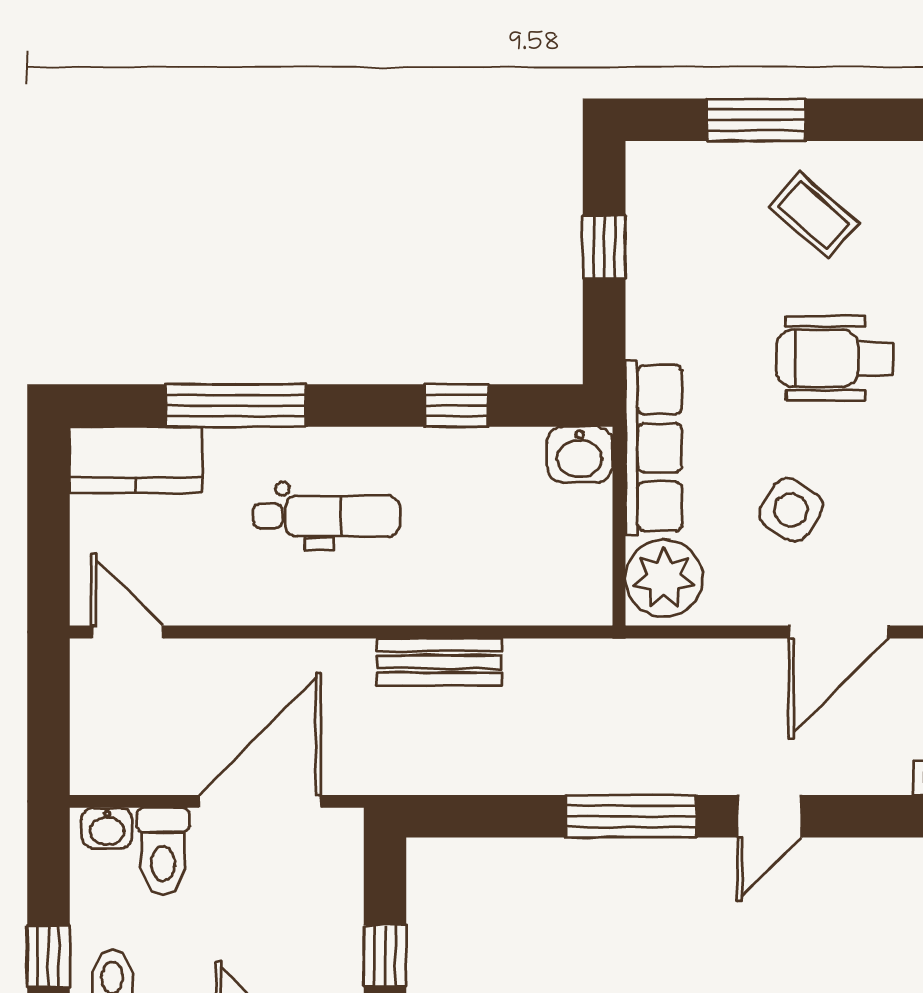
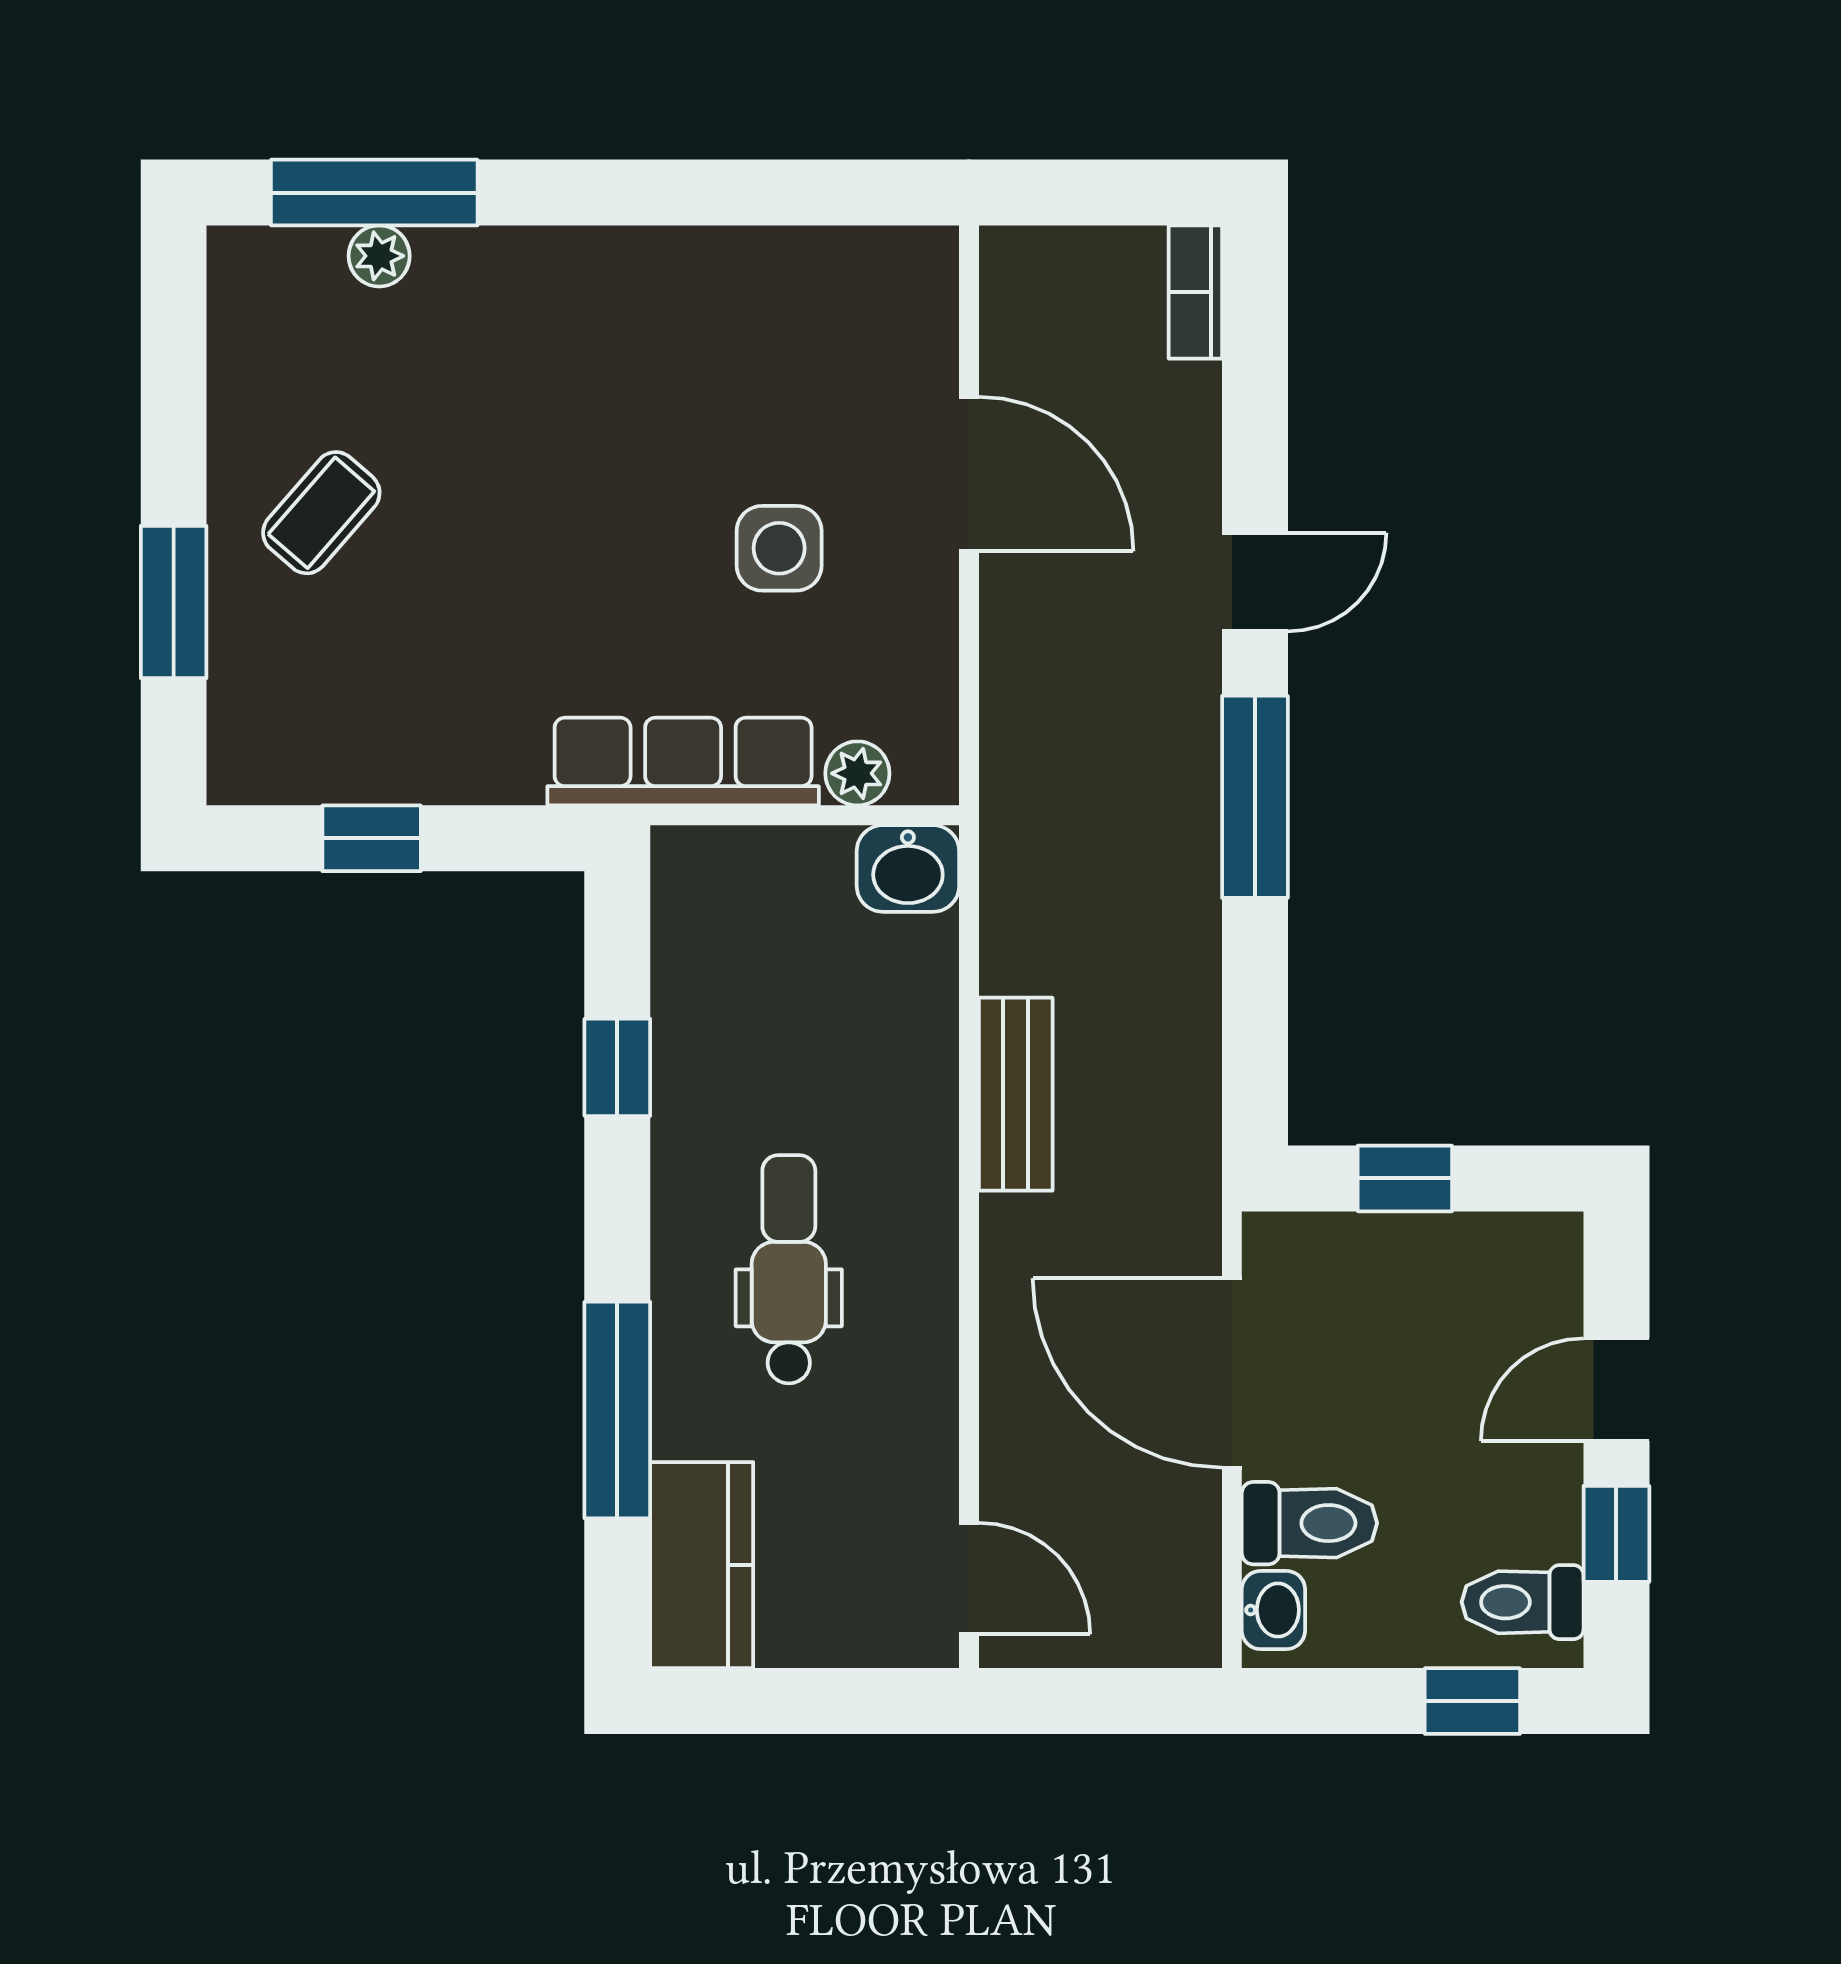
wheelchair: (835, 358) -> (544, 480), removed
washbasin: (580, 455) -> (908, 868), moved, turned 90
side table: (791, 510) -> (779, 548), turned -33
plant: (664, 578) -> (857, 773), width x0.53, depth x0.53
door: (127, 632) -> (969, 1578), swing flipped
door: (769, 816) -> (1255, 582), hinge flipped
window: (385, 956) -> (1405, 1178), moved

